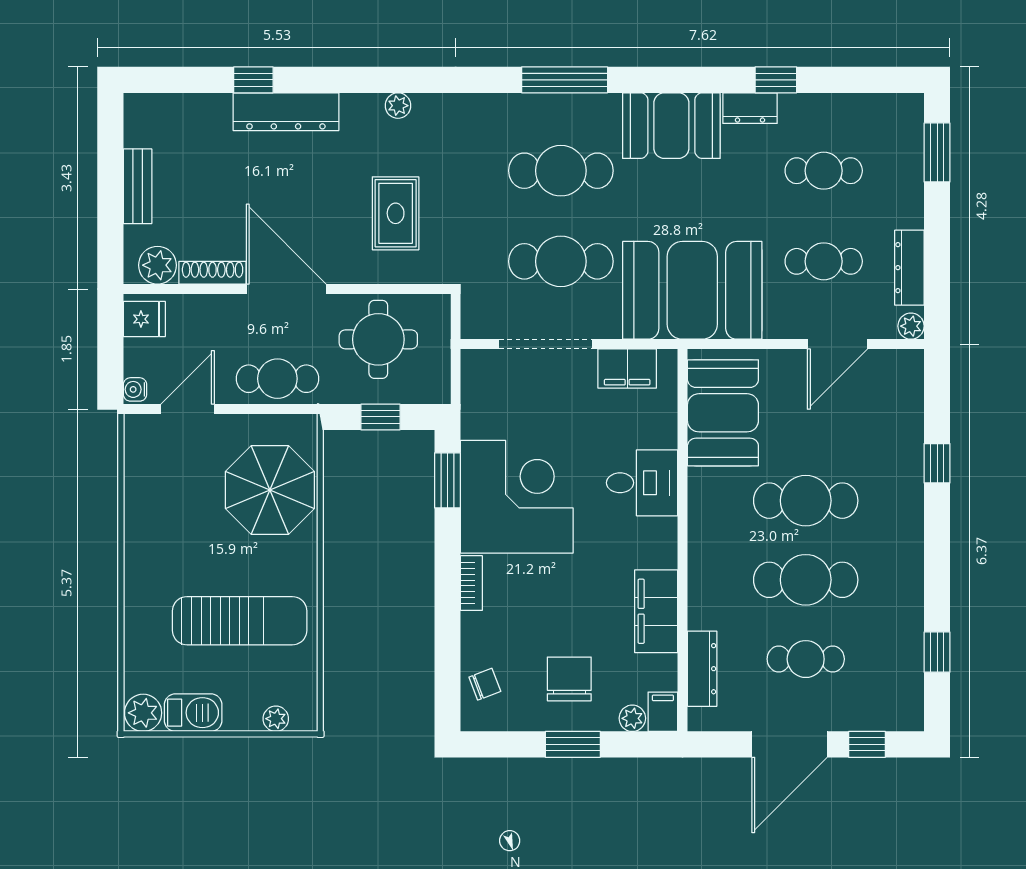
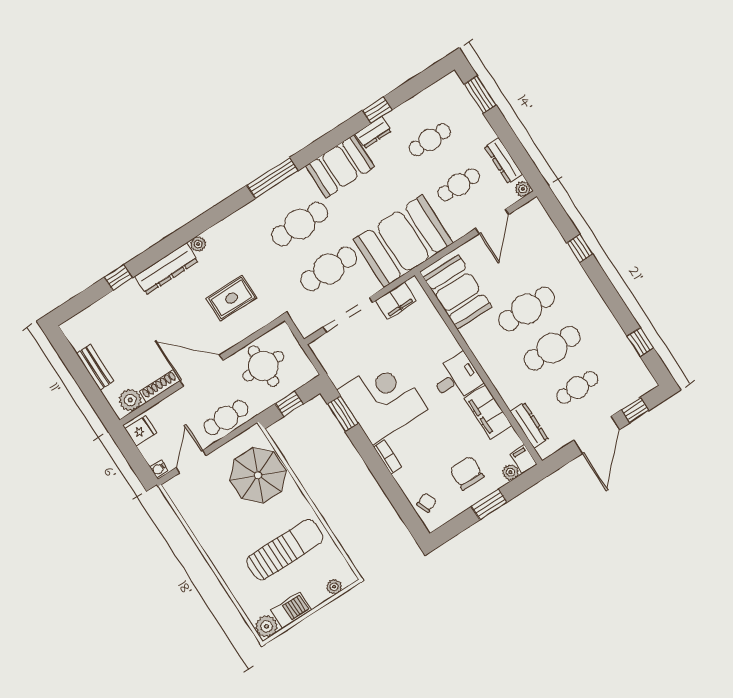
dresser: (286, 112) -> (166, 269), moved
rug: (396, 213) -> (232, 298), turned 90
desk: (642, 483) -> (456, 378), moved

